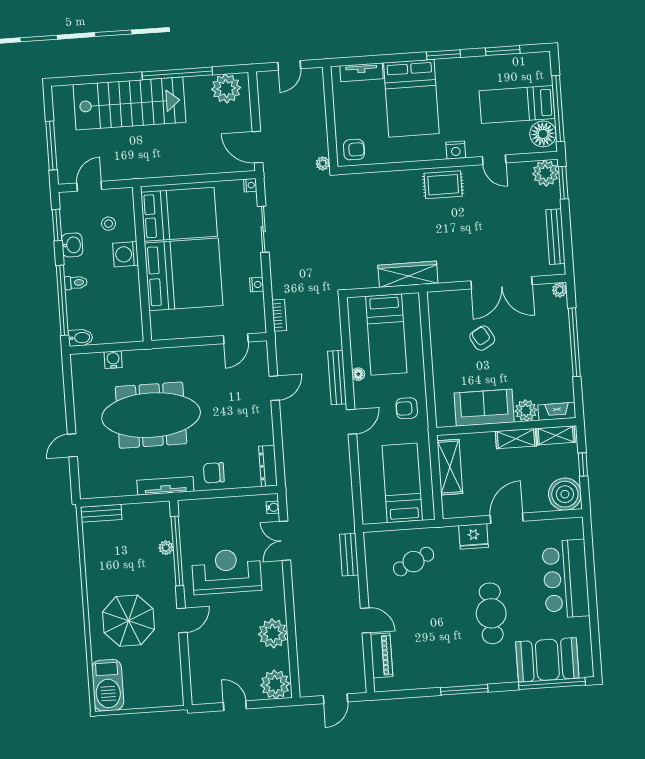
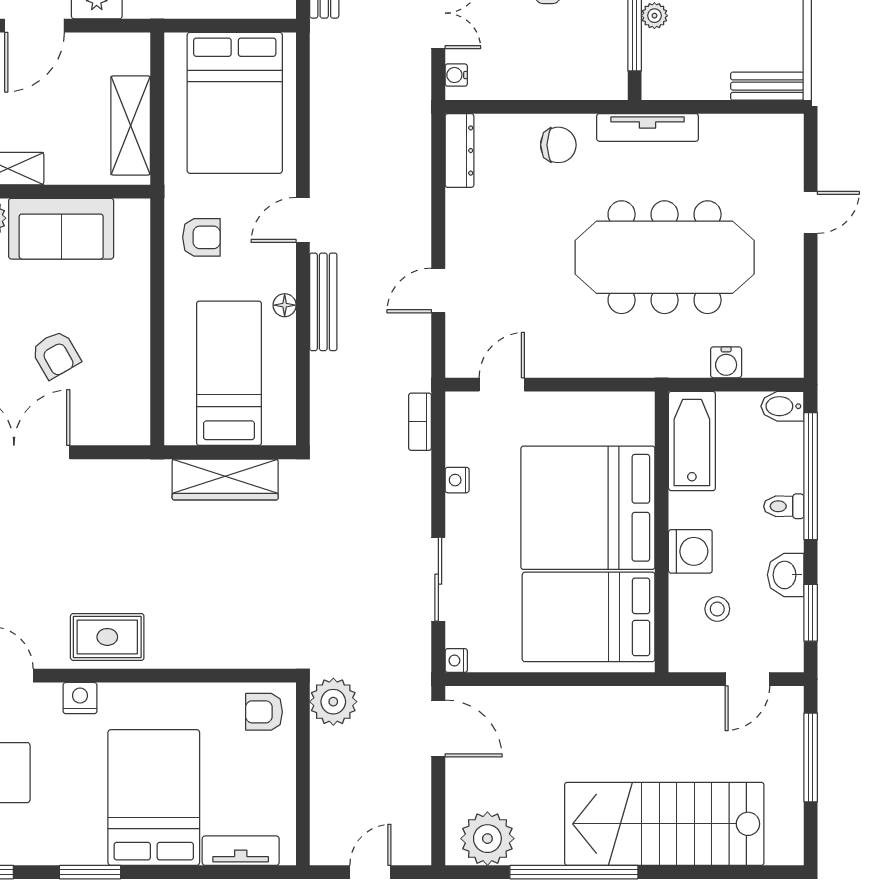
plant: (323, 163) -> (333, 702), width x1.88, depth x1.88
wardrobe: (408, 274) -> (225, 480), moved
bathtub: (129, 315) -> (692, 441), added
bed: (402, 483) -> (235, 103), width x1.50

